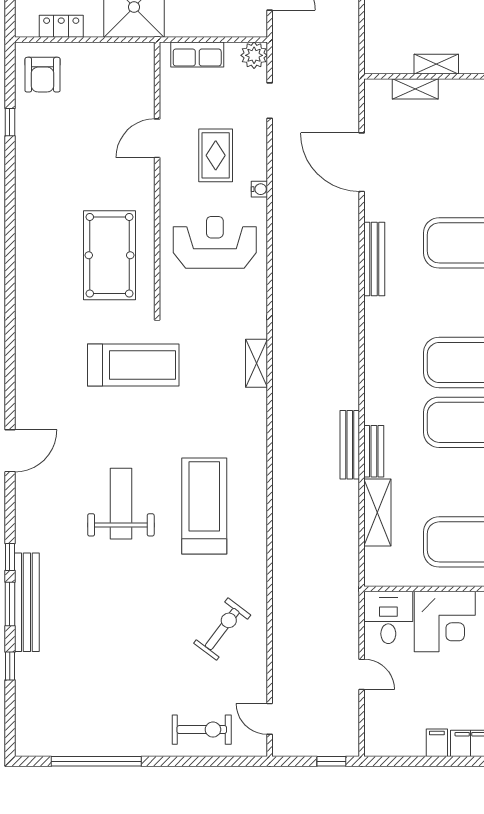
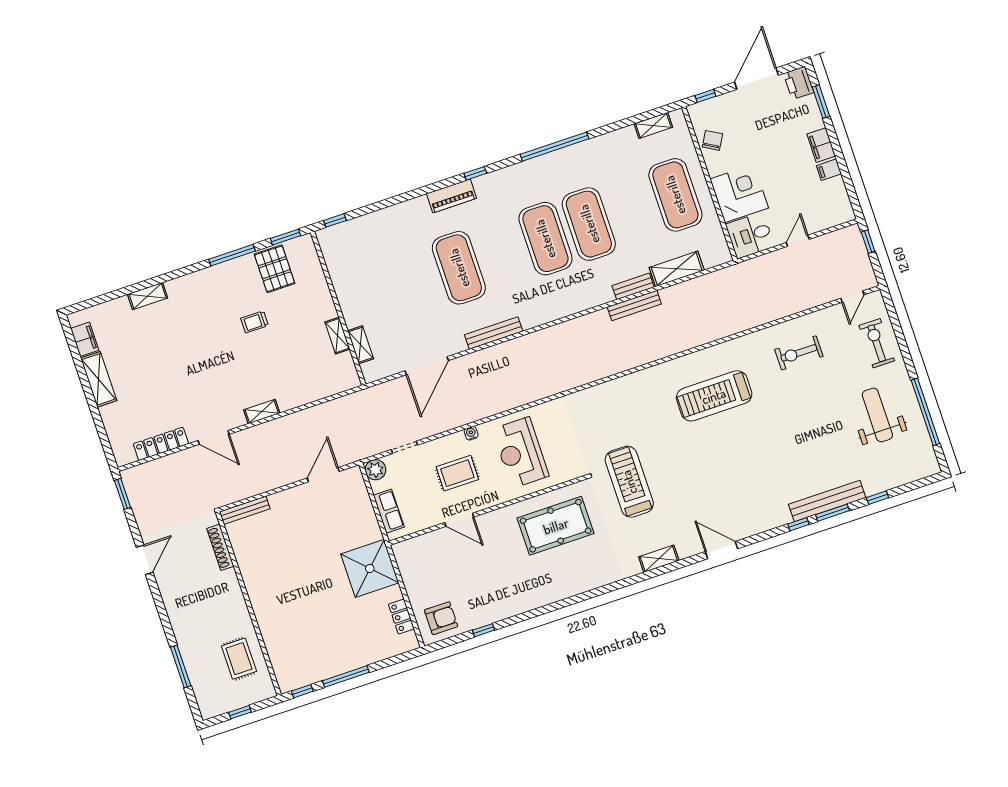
shelving: (256, 363) -> (659, 559), moved
weight bench: (121, 504) -> (877, 415), moved, turned 90
exercise bike: (222, 629) -> (799, 353), turned -37

